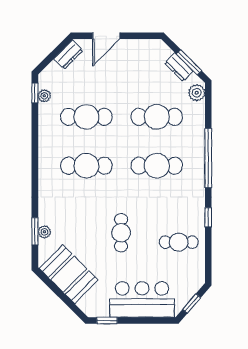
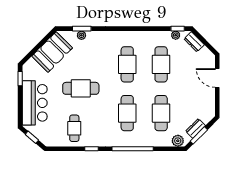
dresser: (68, 55) -> (194, 42), moved
cafe table: (121, 233) -> (81, 88), width x1.37, depth x1.35

